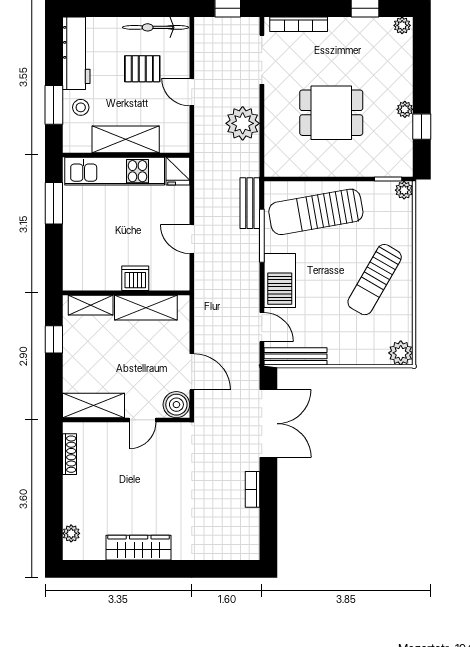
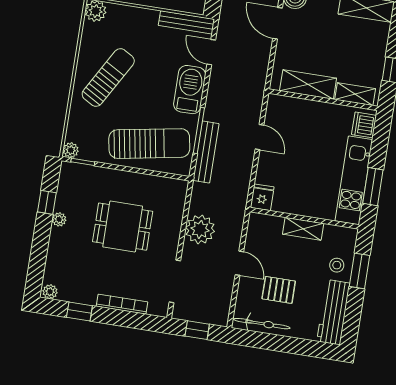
bookcase: (299, 24) -> (122, 304), moved
shelving: (126, 139) -> (303, 229), width x0.67, depth x0.75
kitchen unit: (115, 171) -> (354, 180), moved, turned -90
bench: (250, 203) -> (206, 152), width x1.36
dishwasher: (135, 278) -> (364, 125), moved, turned 90

